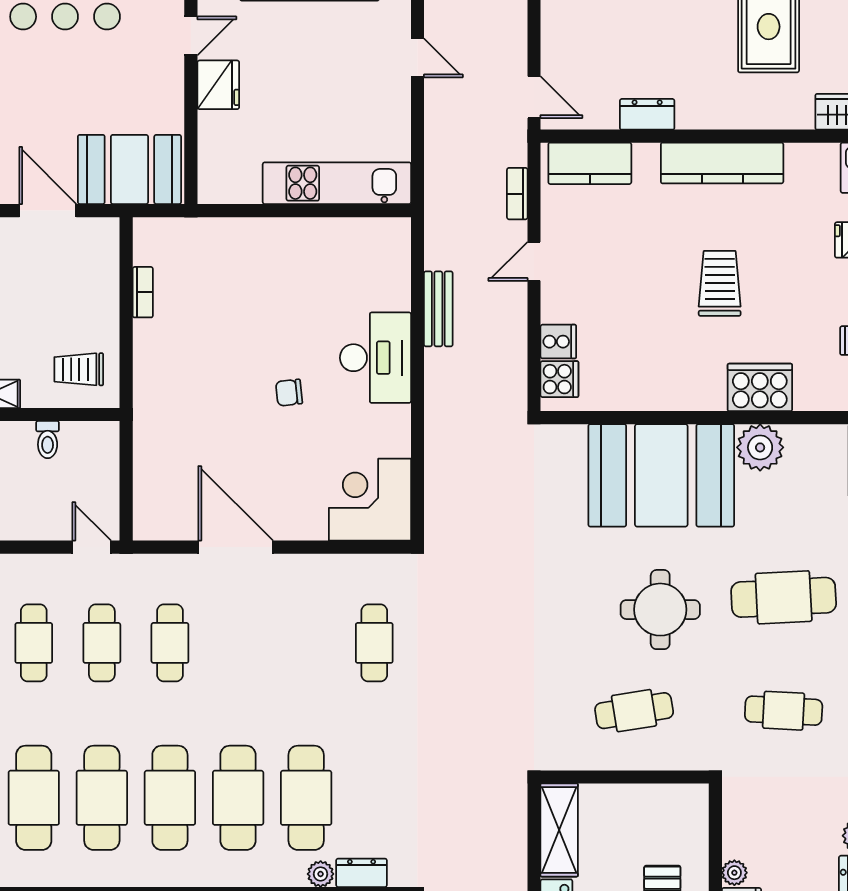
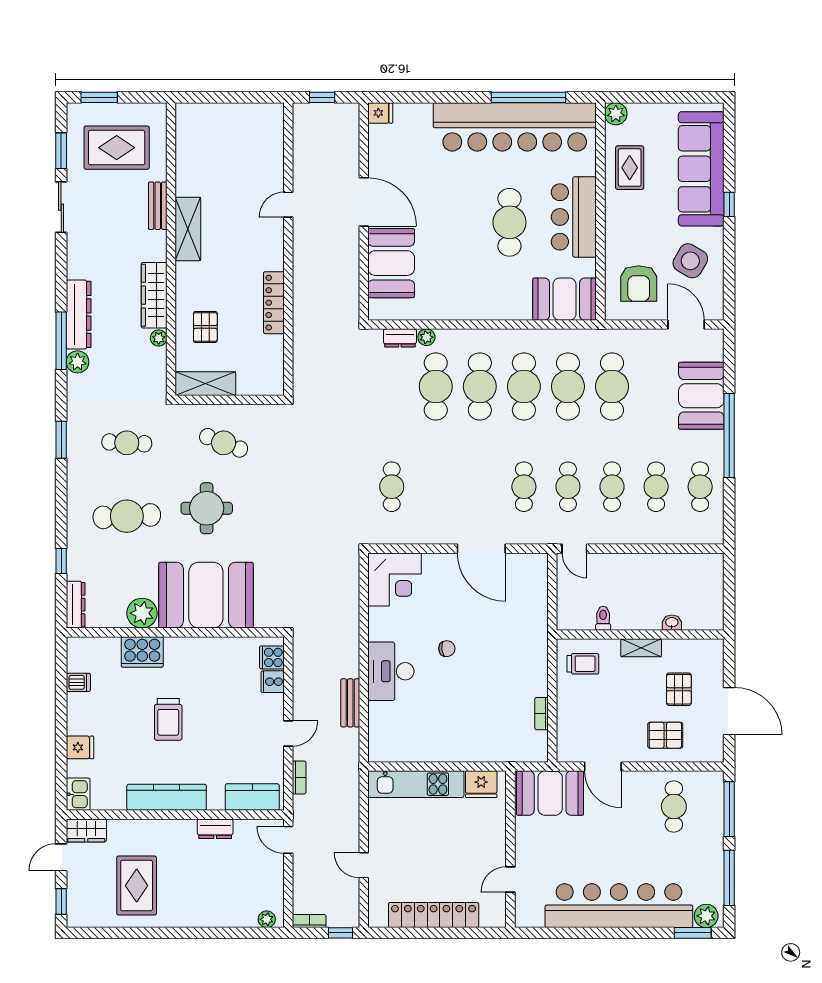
fridge: (218, 85) -> (481, 784), moved, turned -90
cafe table: (634, 711) -> (224, 443), turned 30
shelving: (559, 830) -> (205, 384), moved, turned 90

